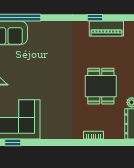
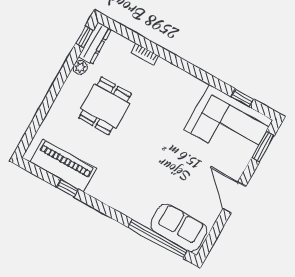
piano: (106, 29) -> (63, 165), width x1.37, depth x1.33

